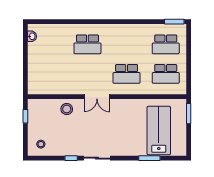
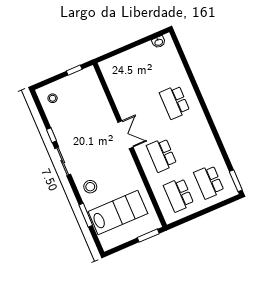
double door: (97, 97) -> (126, 135), swing flipped
stool: (67, 109) -> (90, 187), moved

